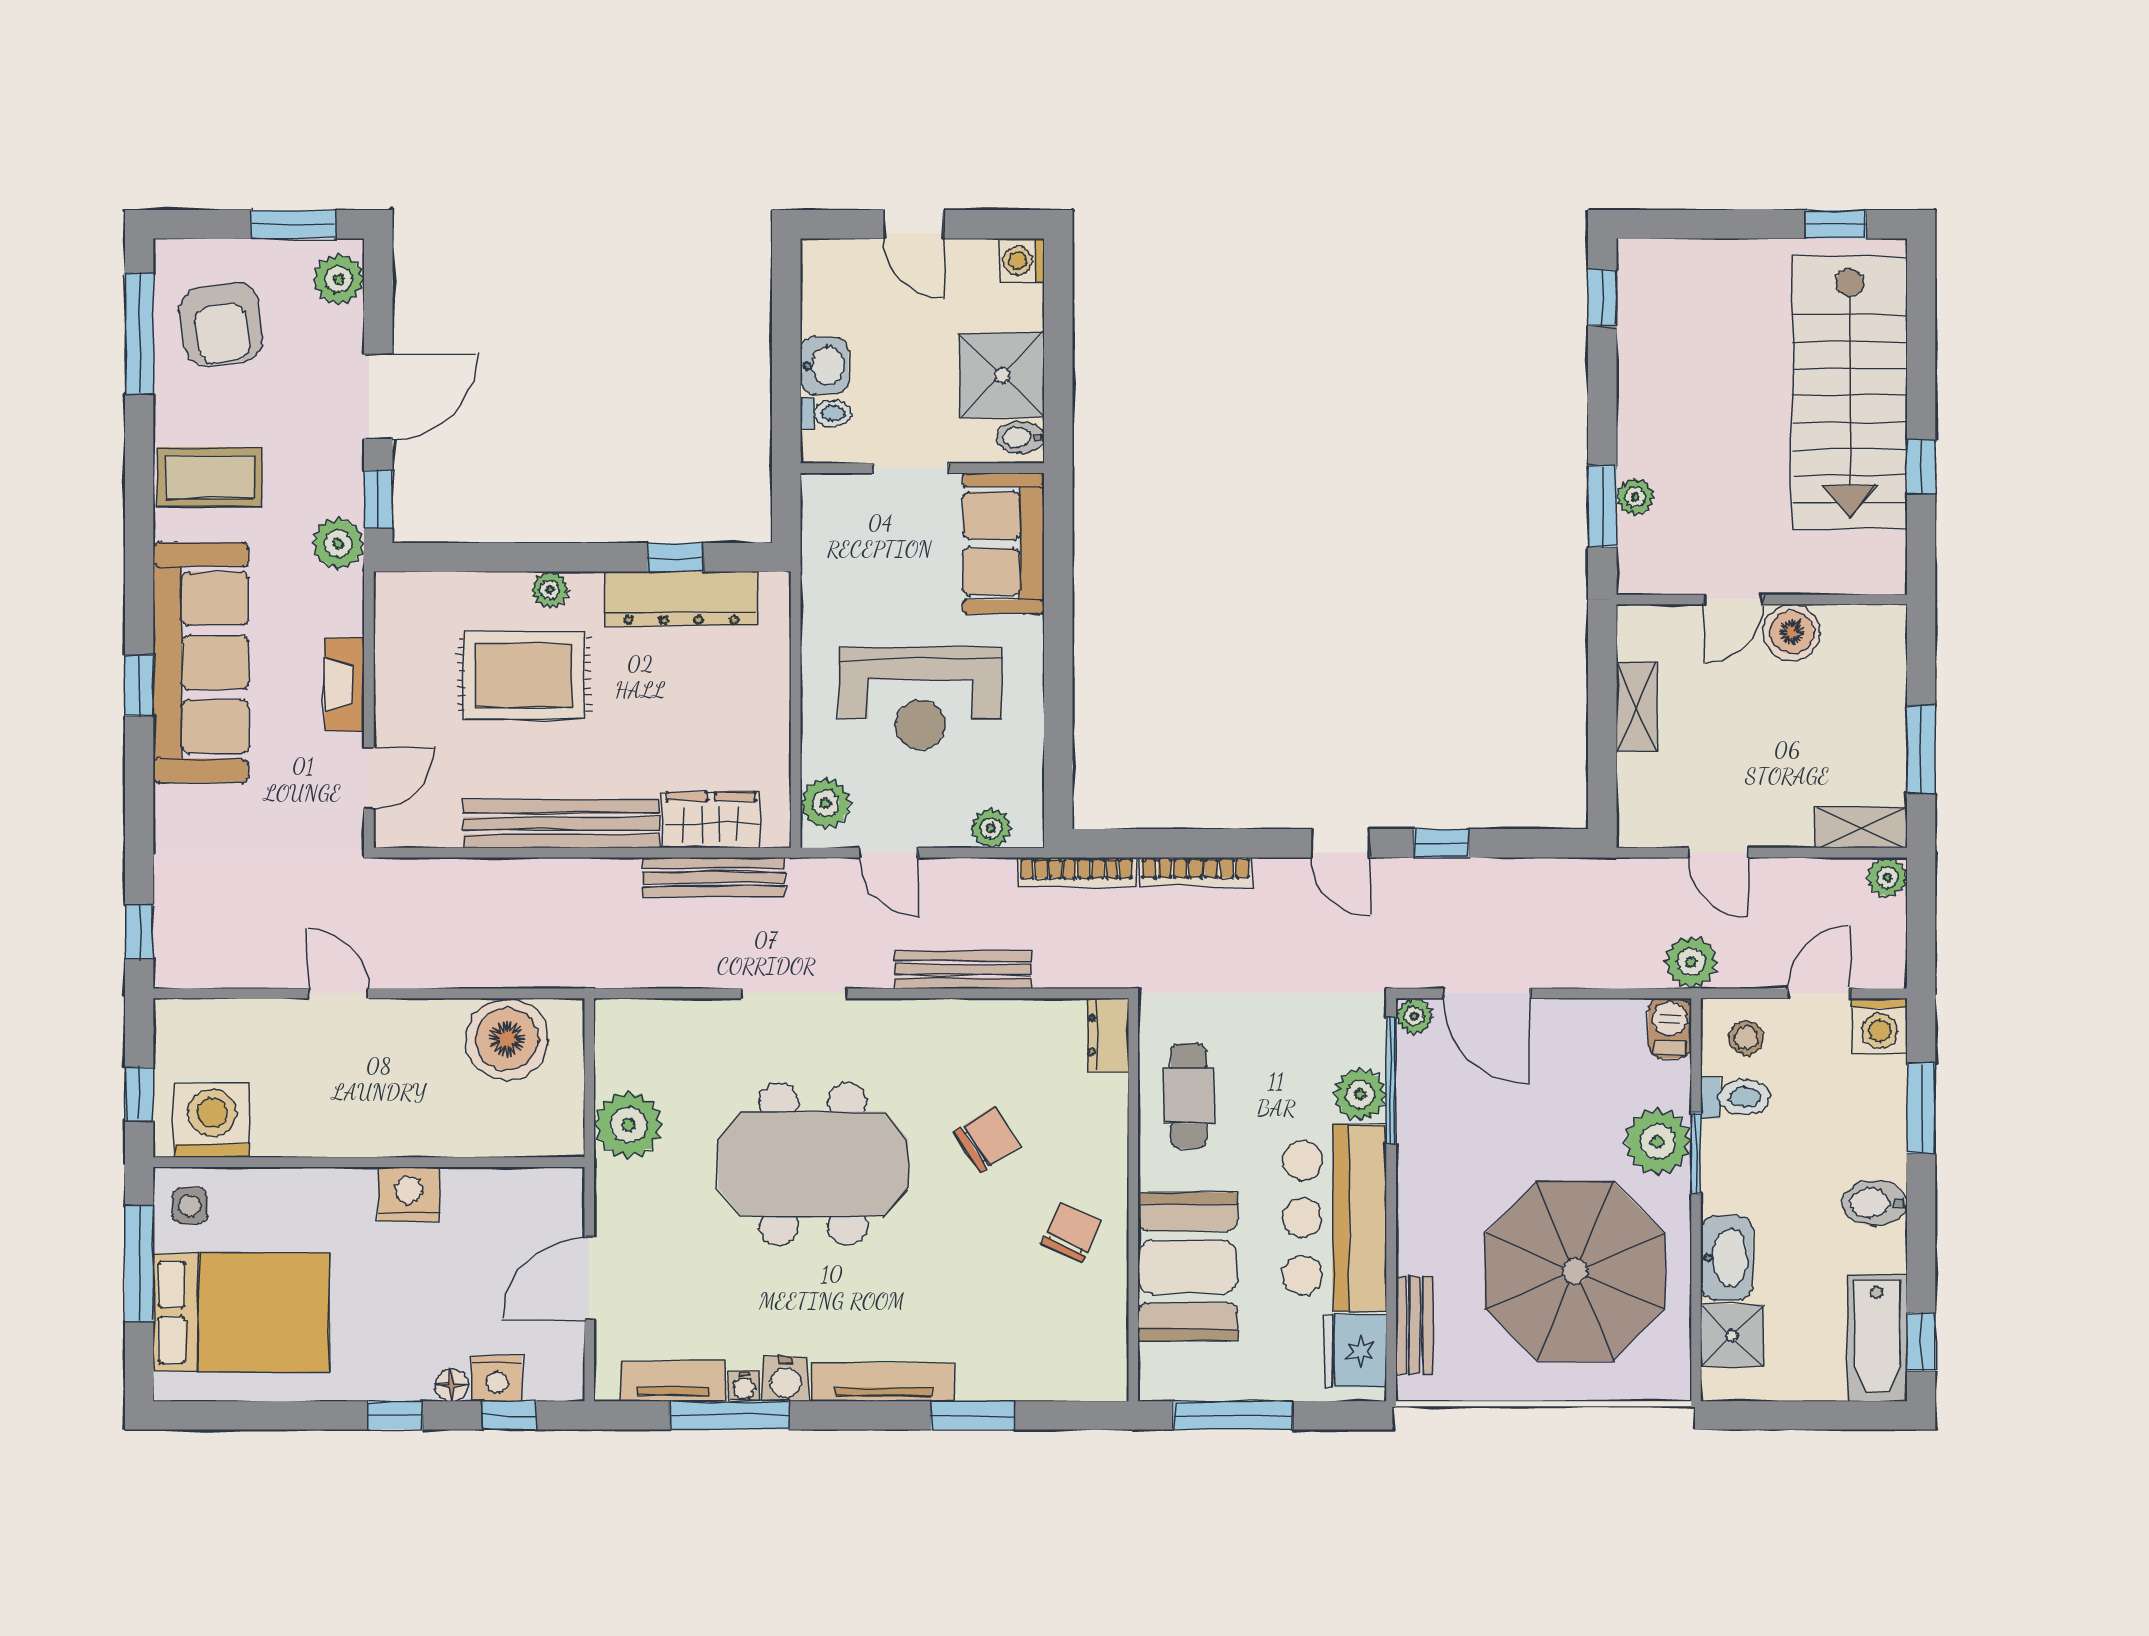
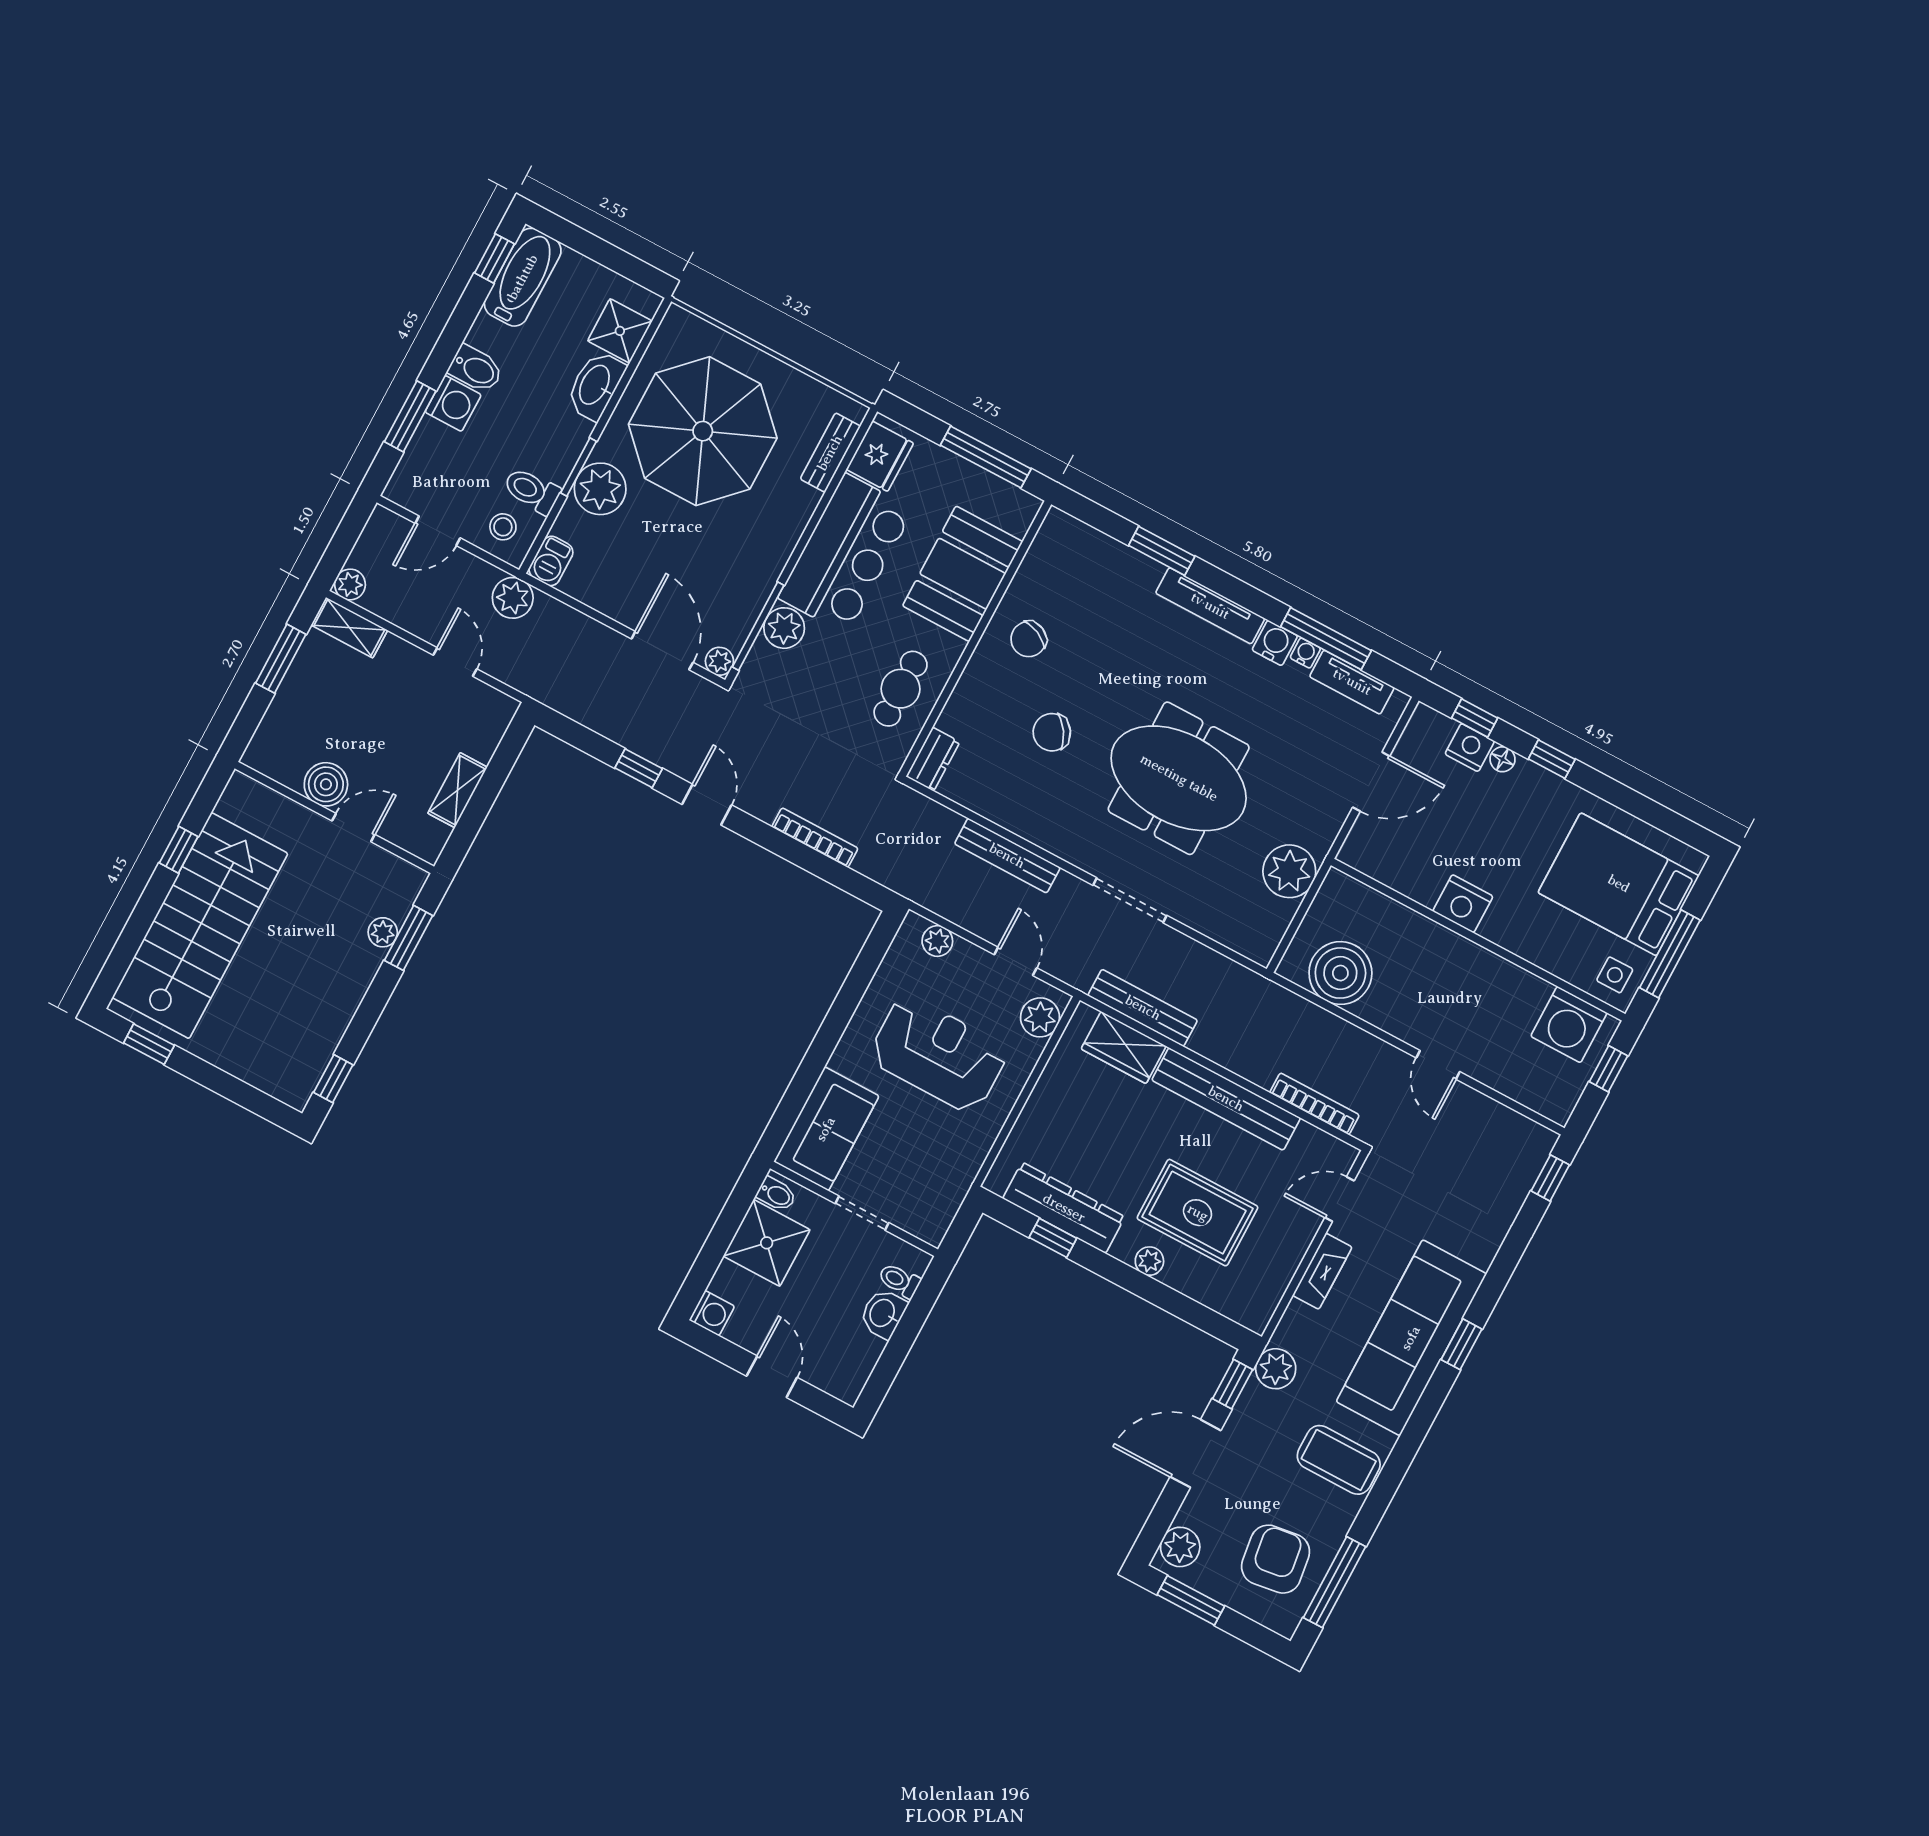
bookcase: (1077, 872) -> (1315, 1104), moved
washing machine: (1880, 1025) -> (453, 403), moved, turned 90

